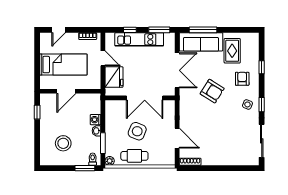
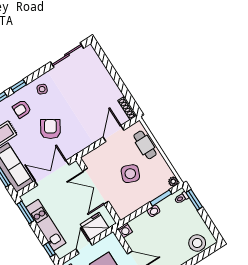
window: (130, 30) -> (49, 250), moved
double door: (145, 98) -> (96, 186), swing flipped
window: (262, 105) -> (18, 86), moved
washing machine: (96, 120) -> (125, 230), moved
stool: (63, 143) -> (197, 243), moved
cafe table: (134, 156) -> (145, 145), moved

